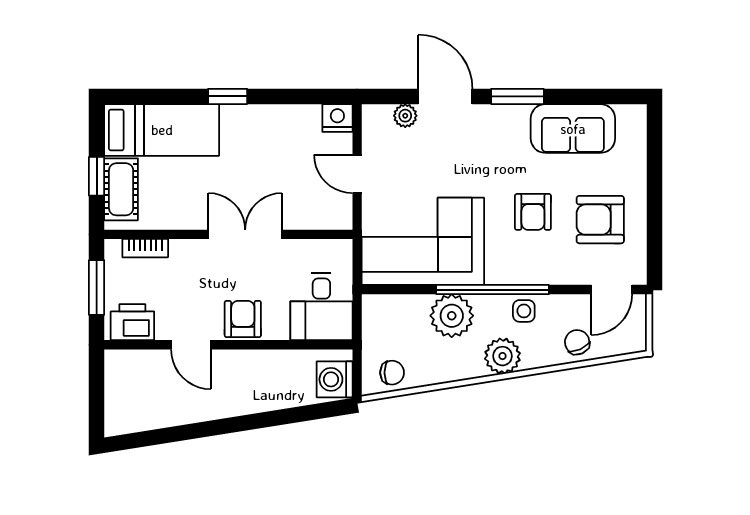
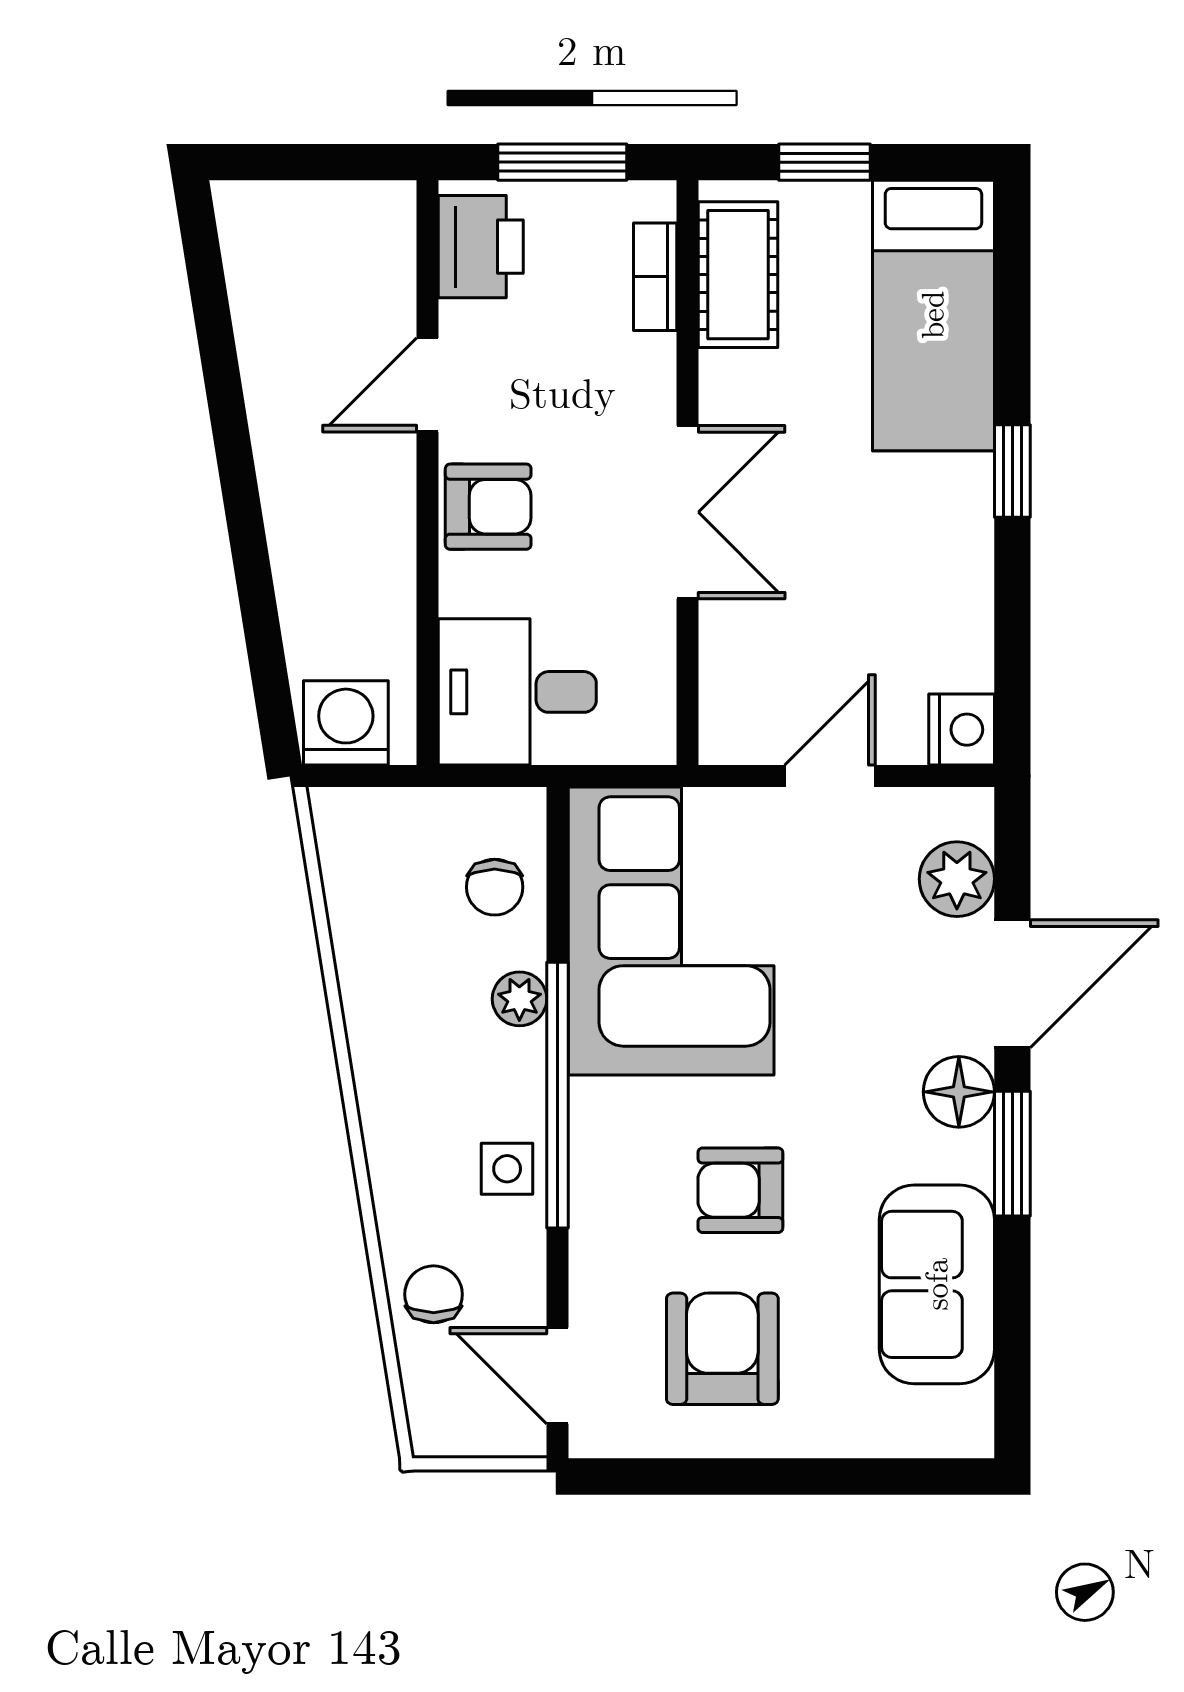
plant: (405, 116) -> (957, 879), width x1.38, depth x1.38
floor lamp: (491, 119) -> (959, 1092), added
cot: (121, 189) -> (738, 275), moved, turned 90
plant: (452, 316) -> (519, 999), width x0.53, depth x0.53
chair: (577, 342) -> (434, 1294), turned -66
plant: (502, 356) -> (401, 1118), removed
chair: (392, 373) -> (495, 887), moved

